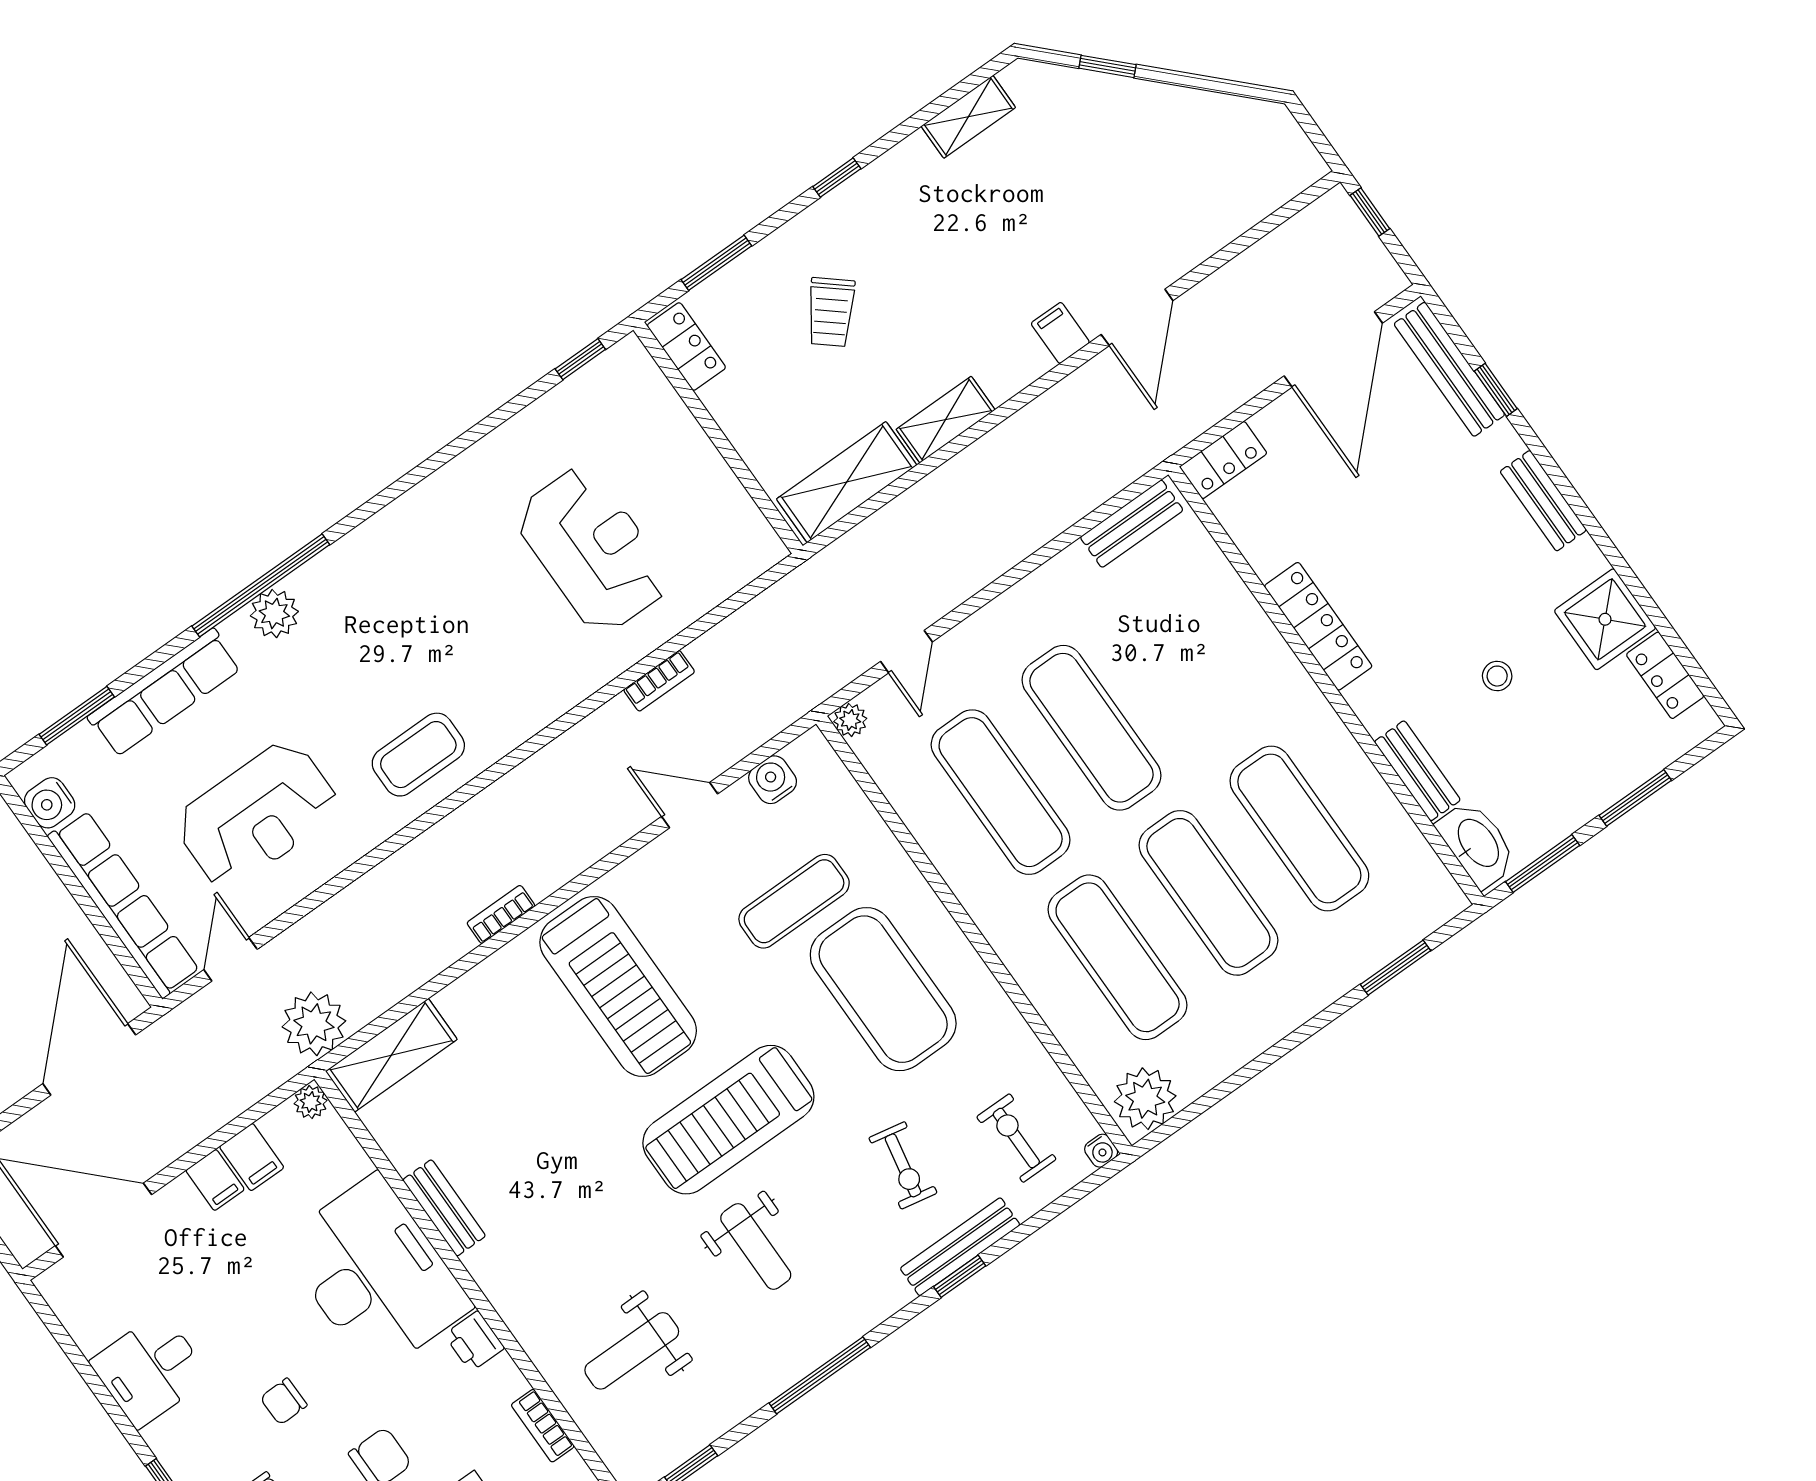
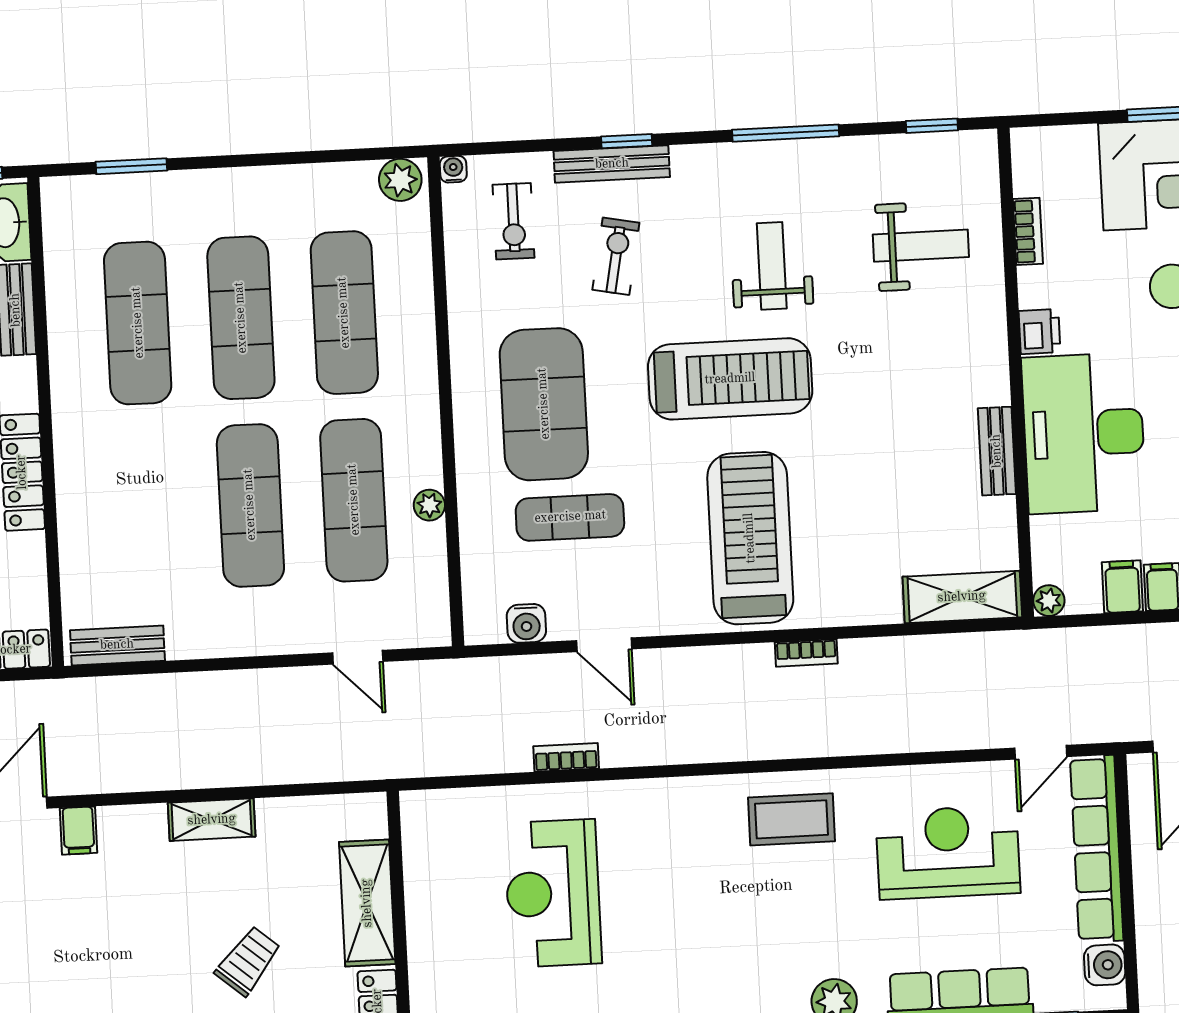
shelving: (847, 482) -> (367, 903), moved, turned 90
door: (906, 652) -> (358, 657), swing flipped
plant: (850, 720) -> (429, 505), moved
plant: (314, 1024) -> (1007, 660), removed
plant: (1145, 1099) -> (400, 180), width x0.73, depth x0.73

